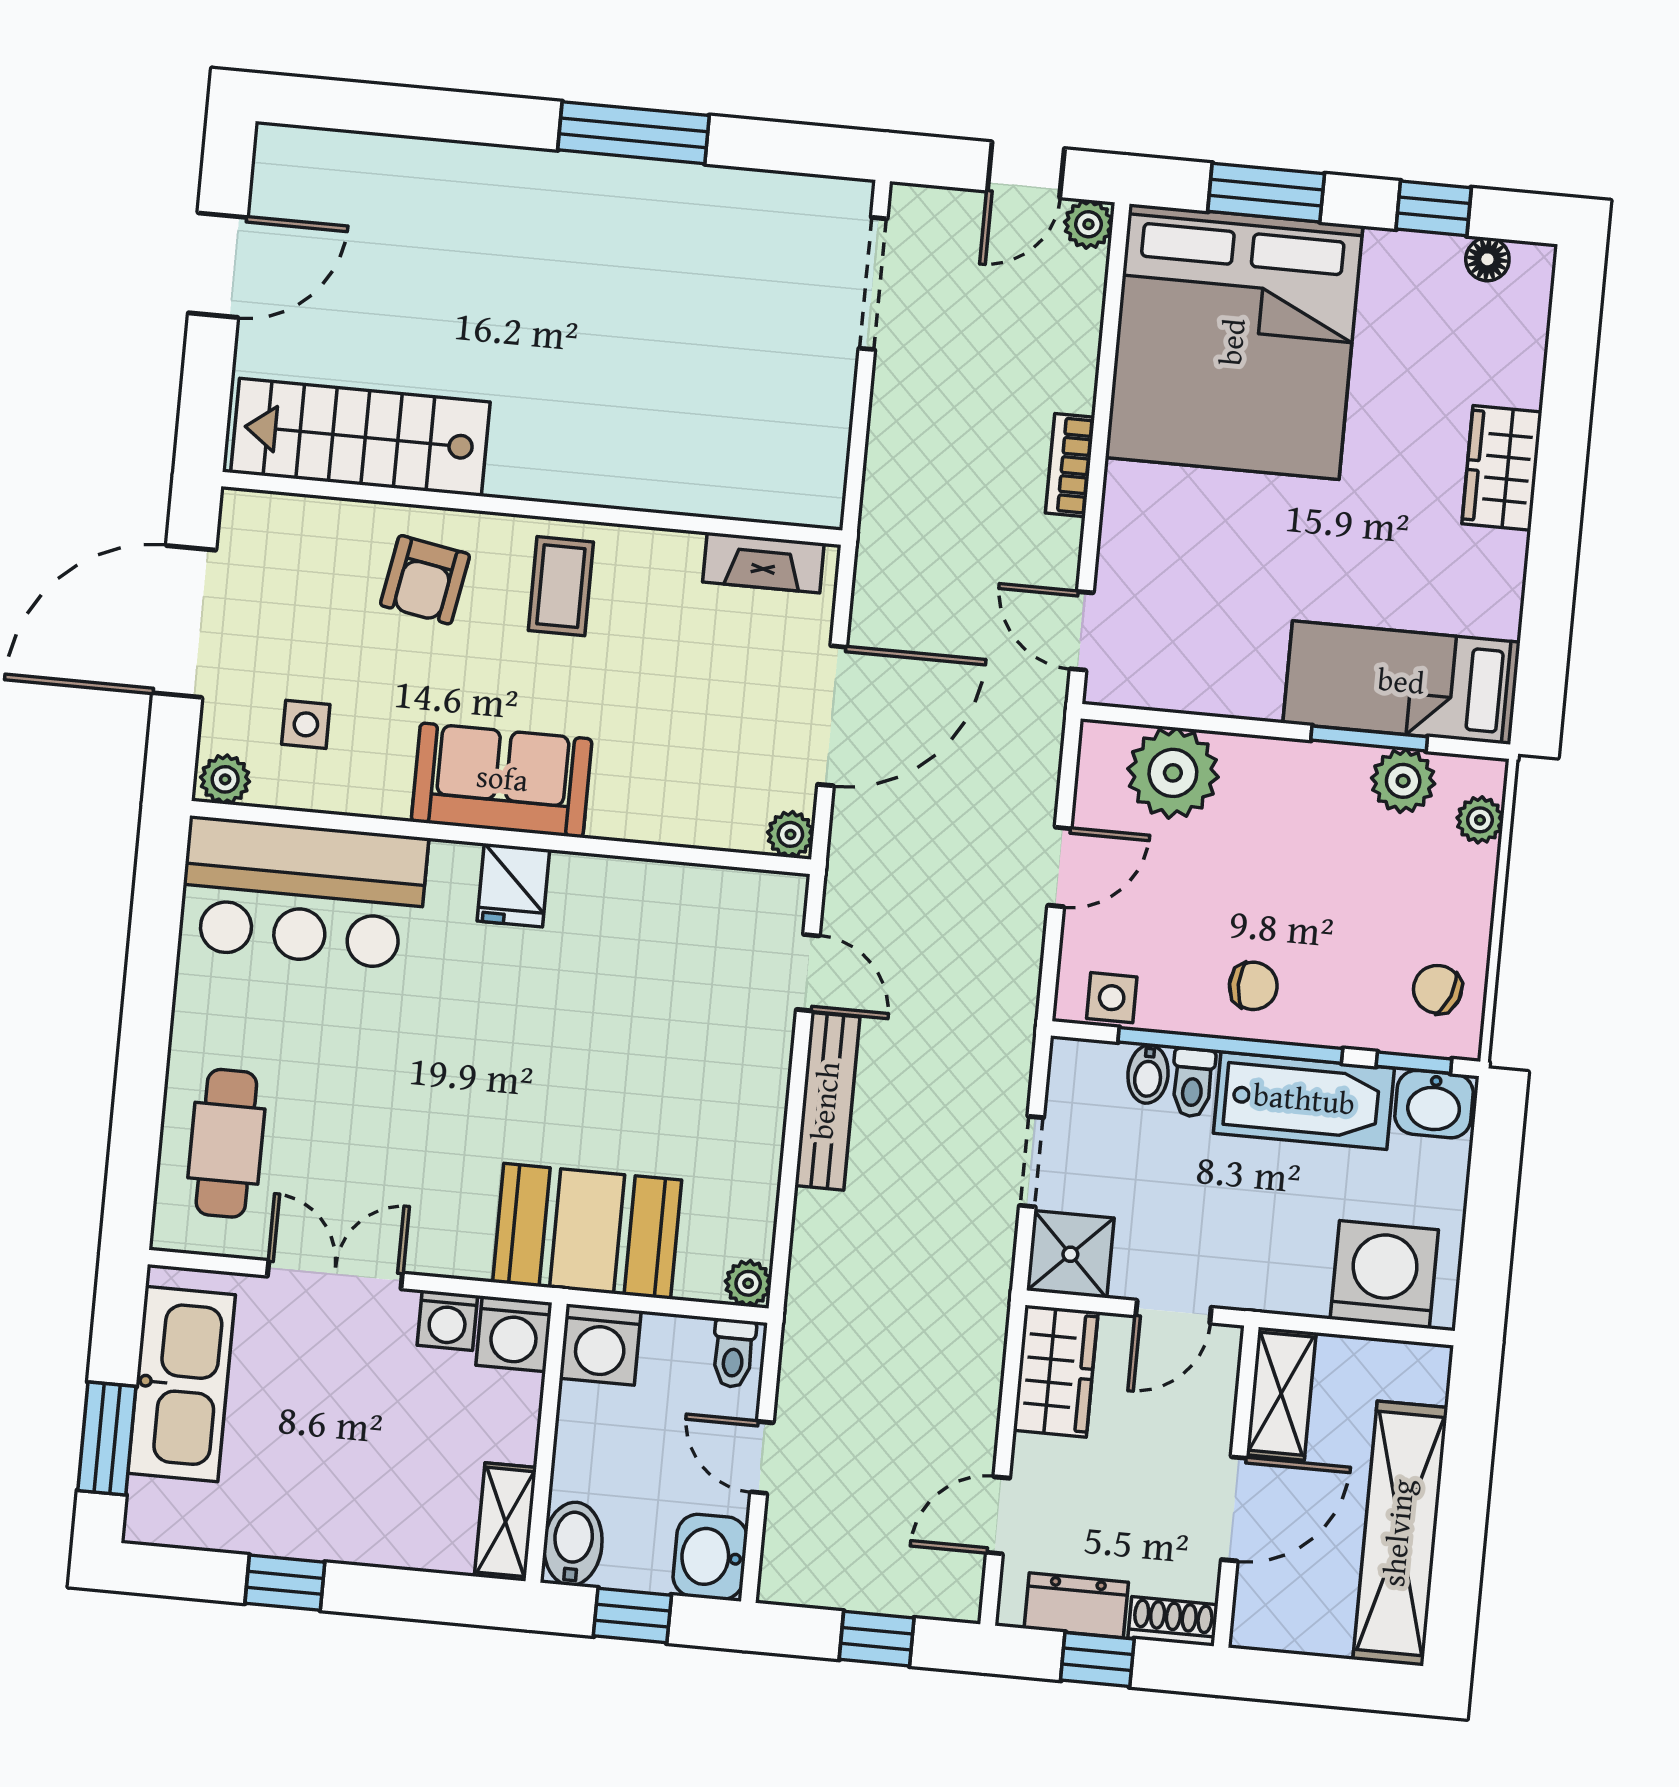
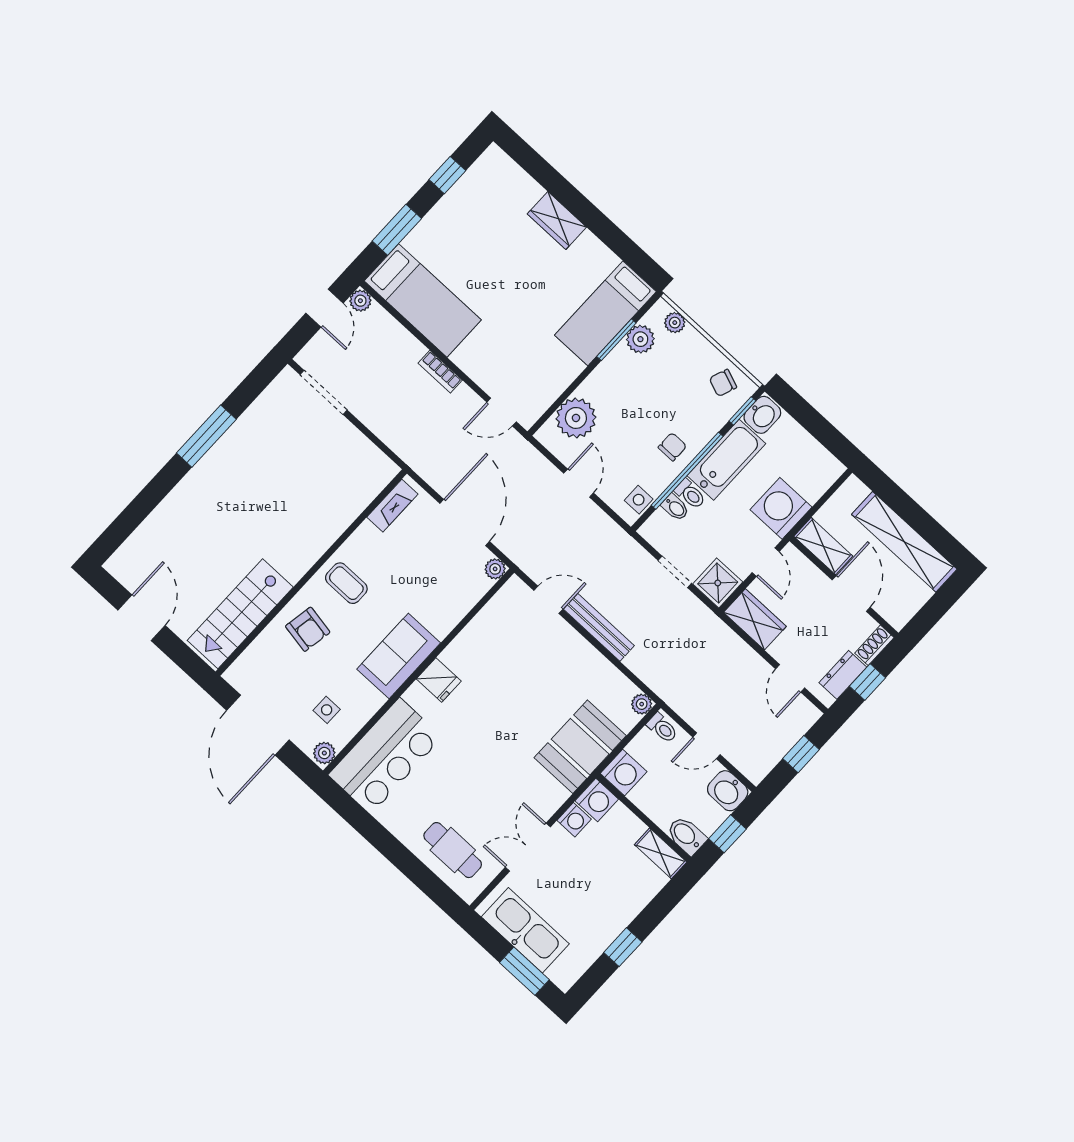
floor lamp: (1487, 259) -> (480, 170), removed
bed: (1234, 342) -> (423, 300), width x0.49
washing machine: (1384, 1274) -> (781, 508), moved

